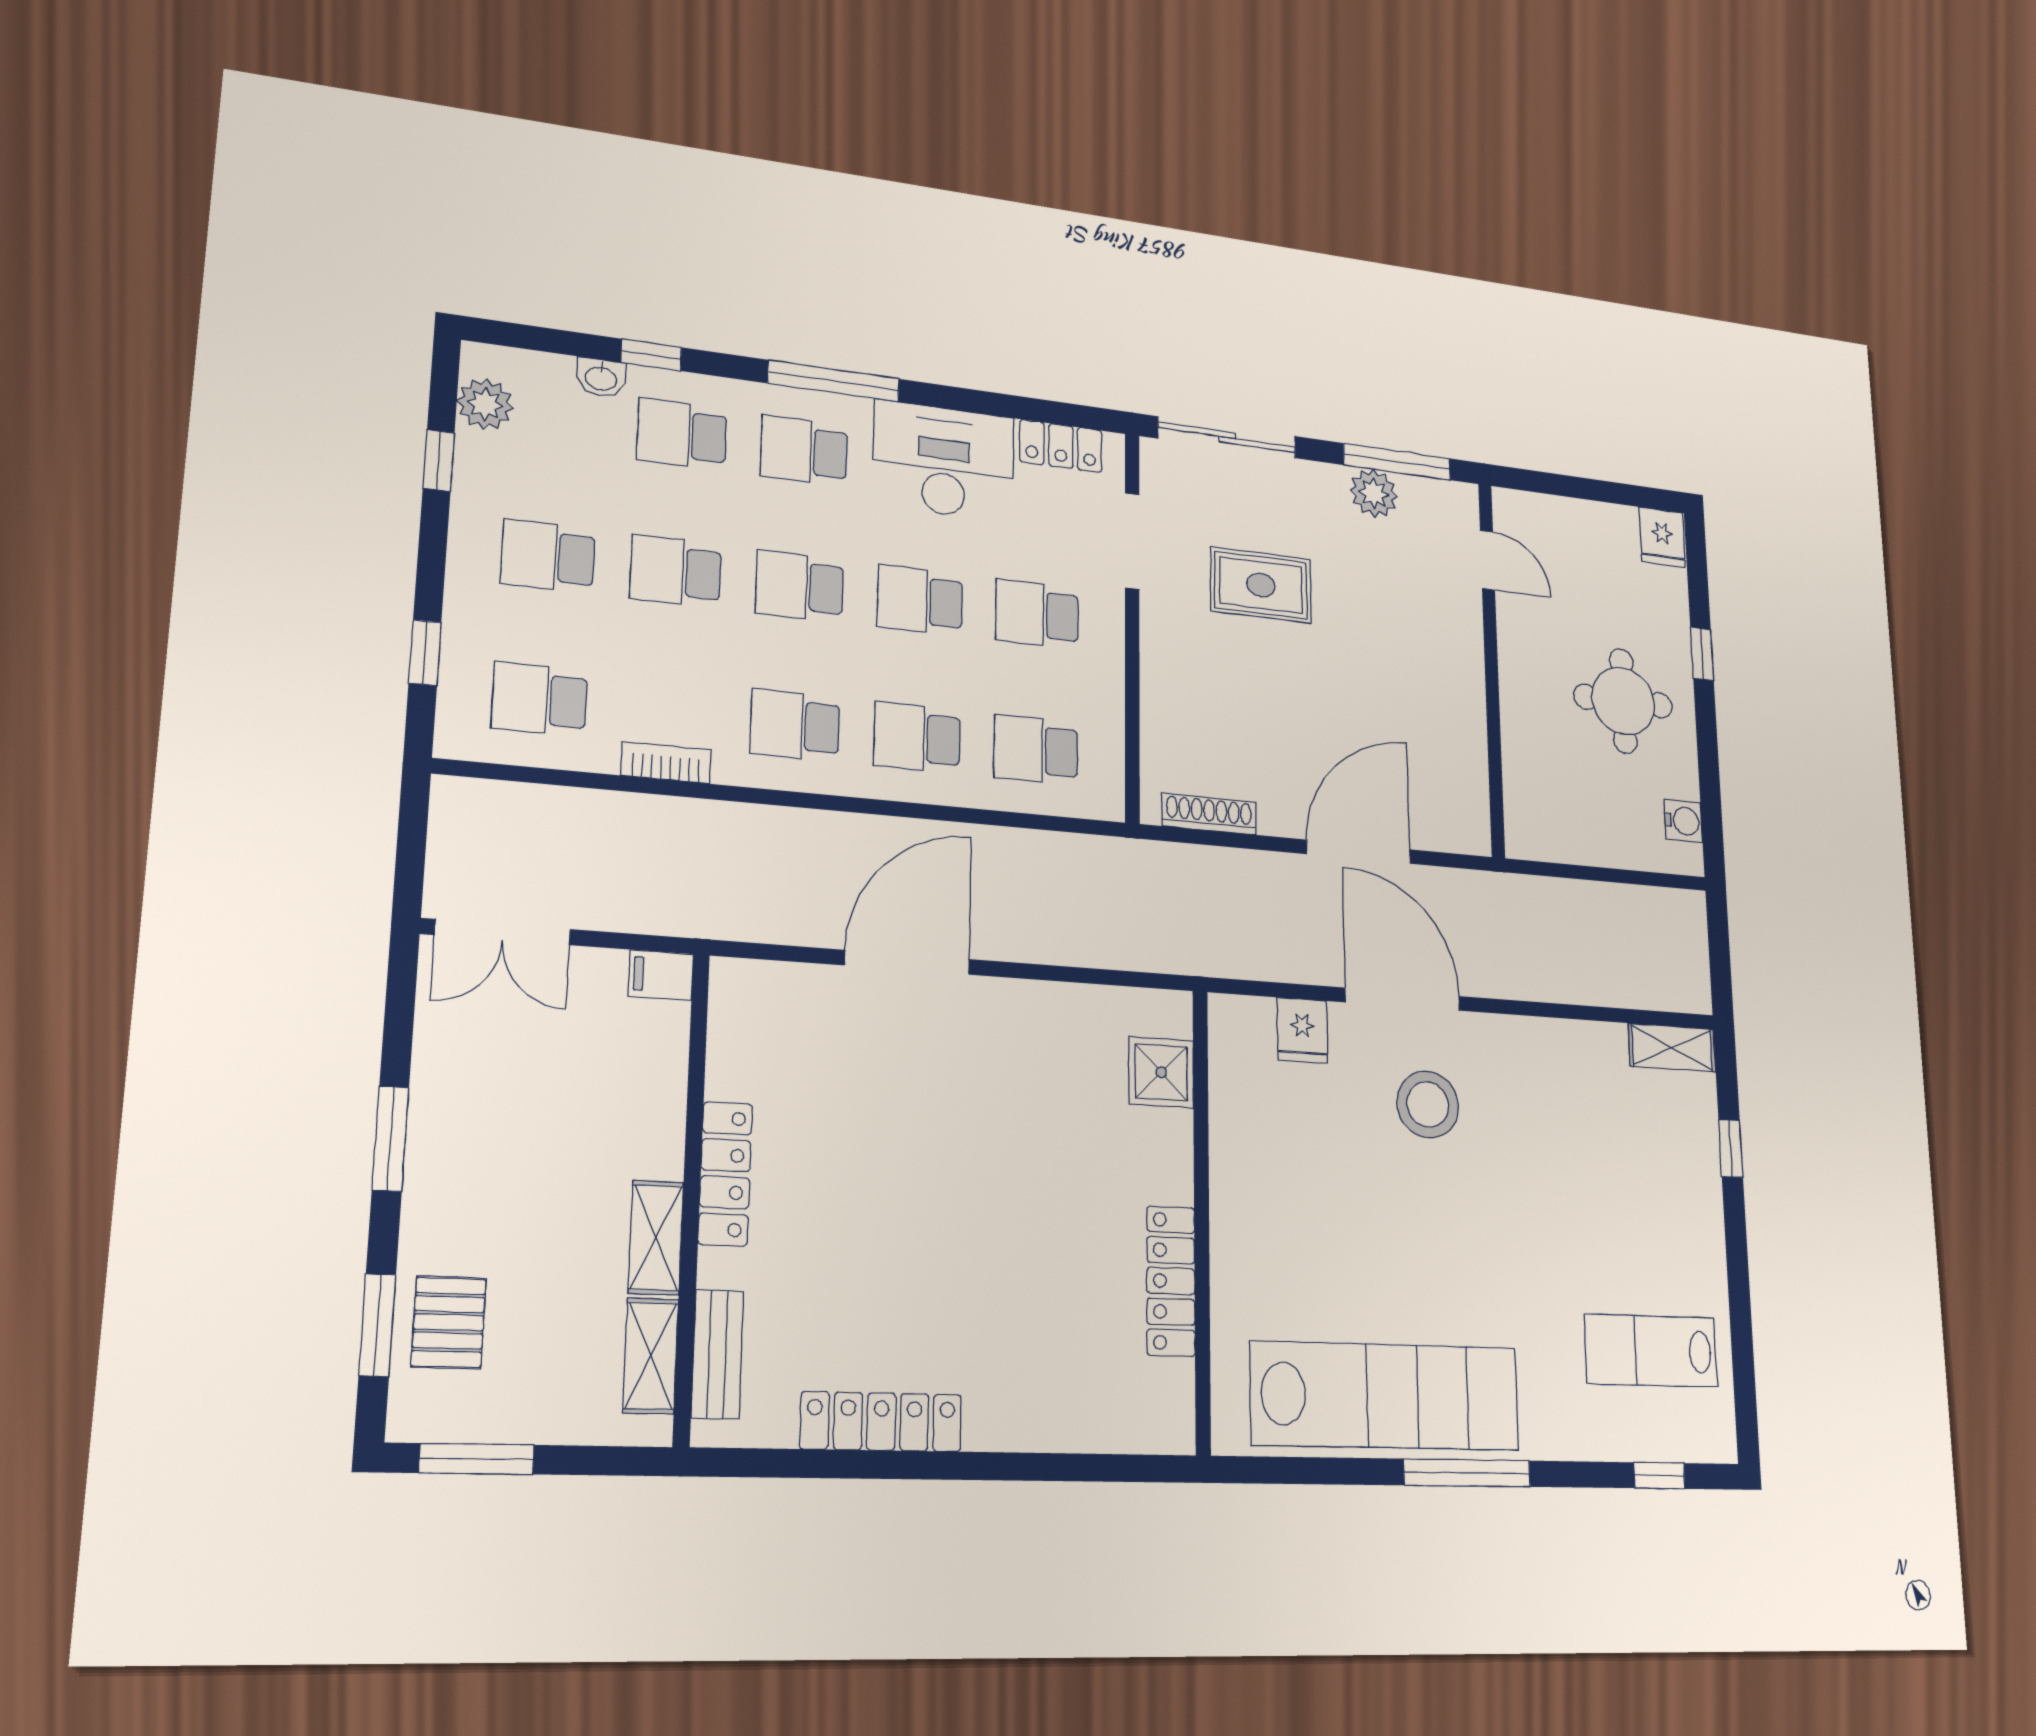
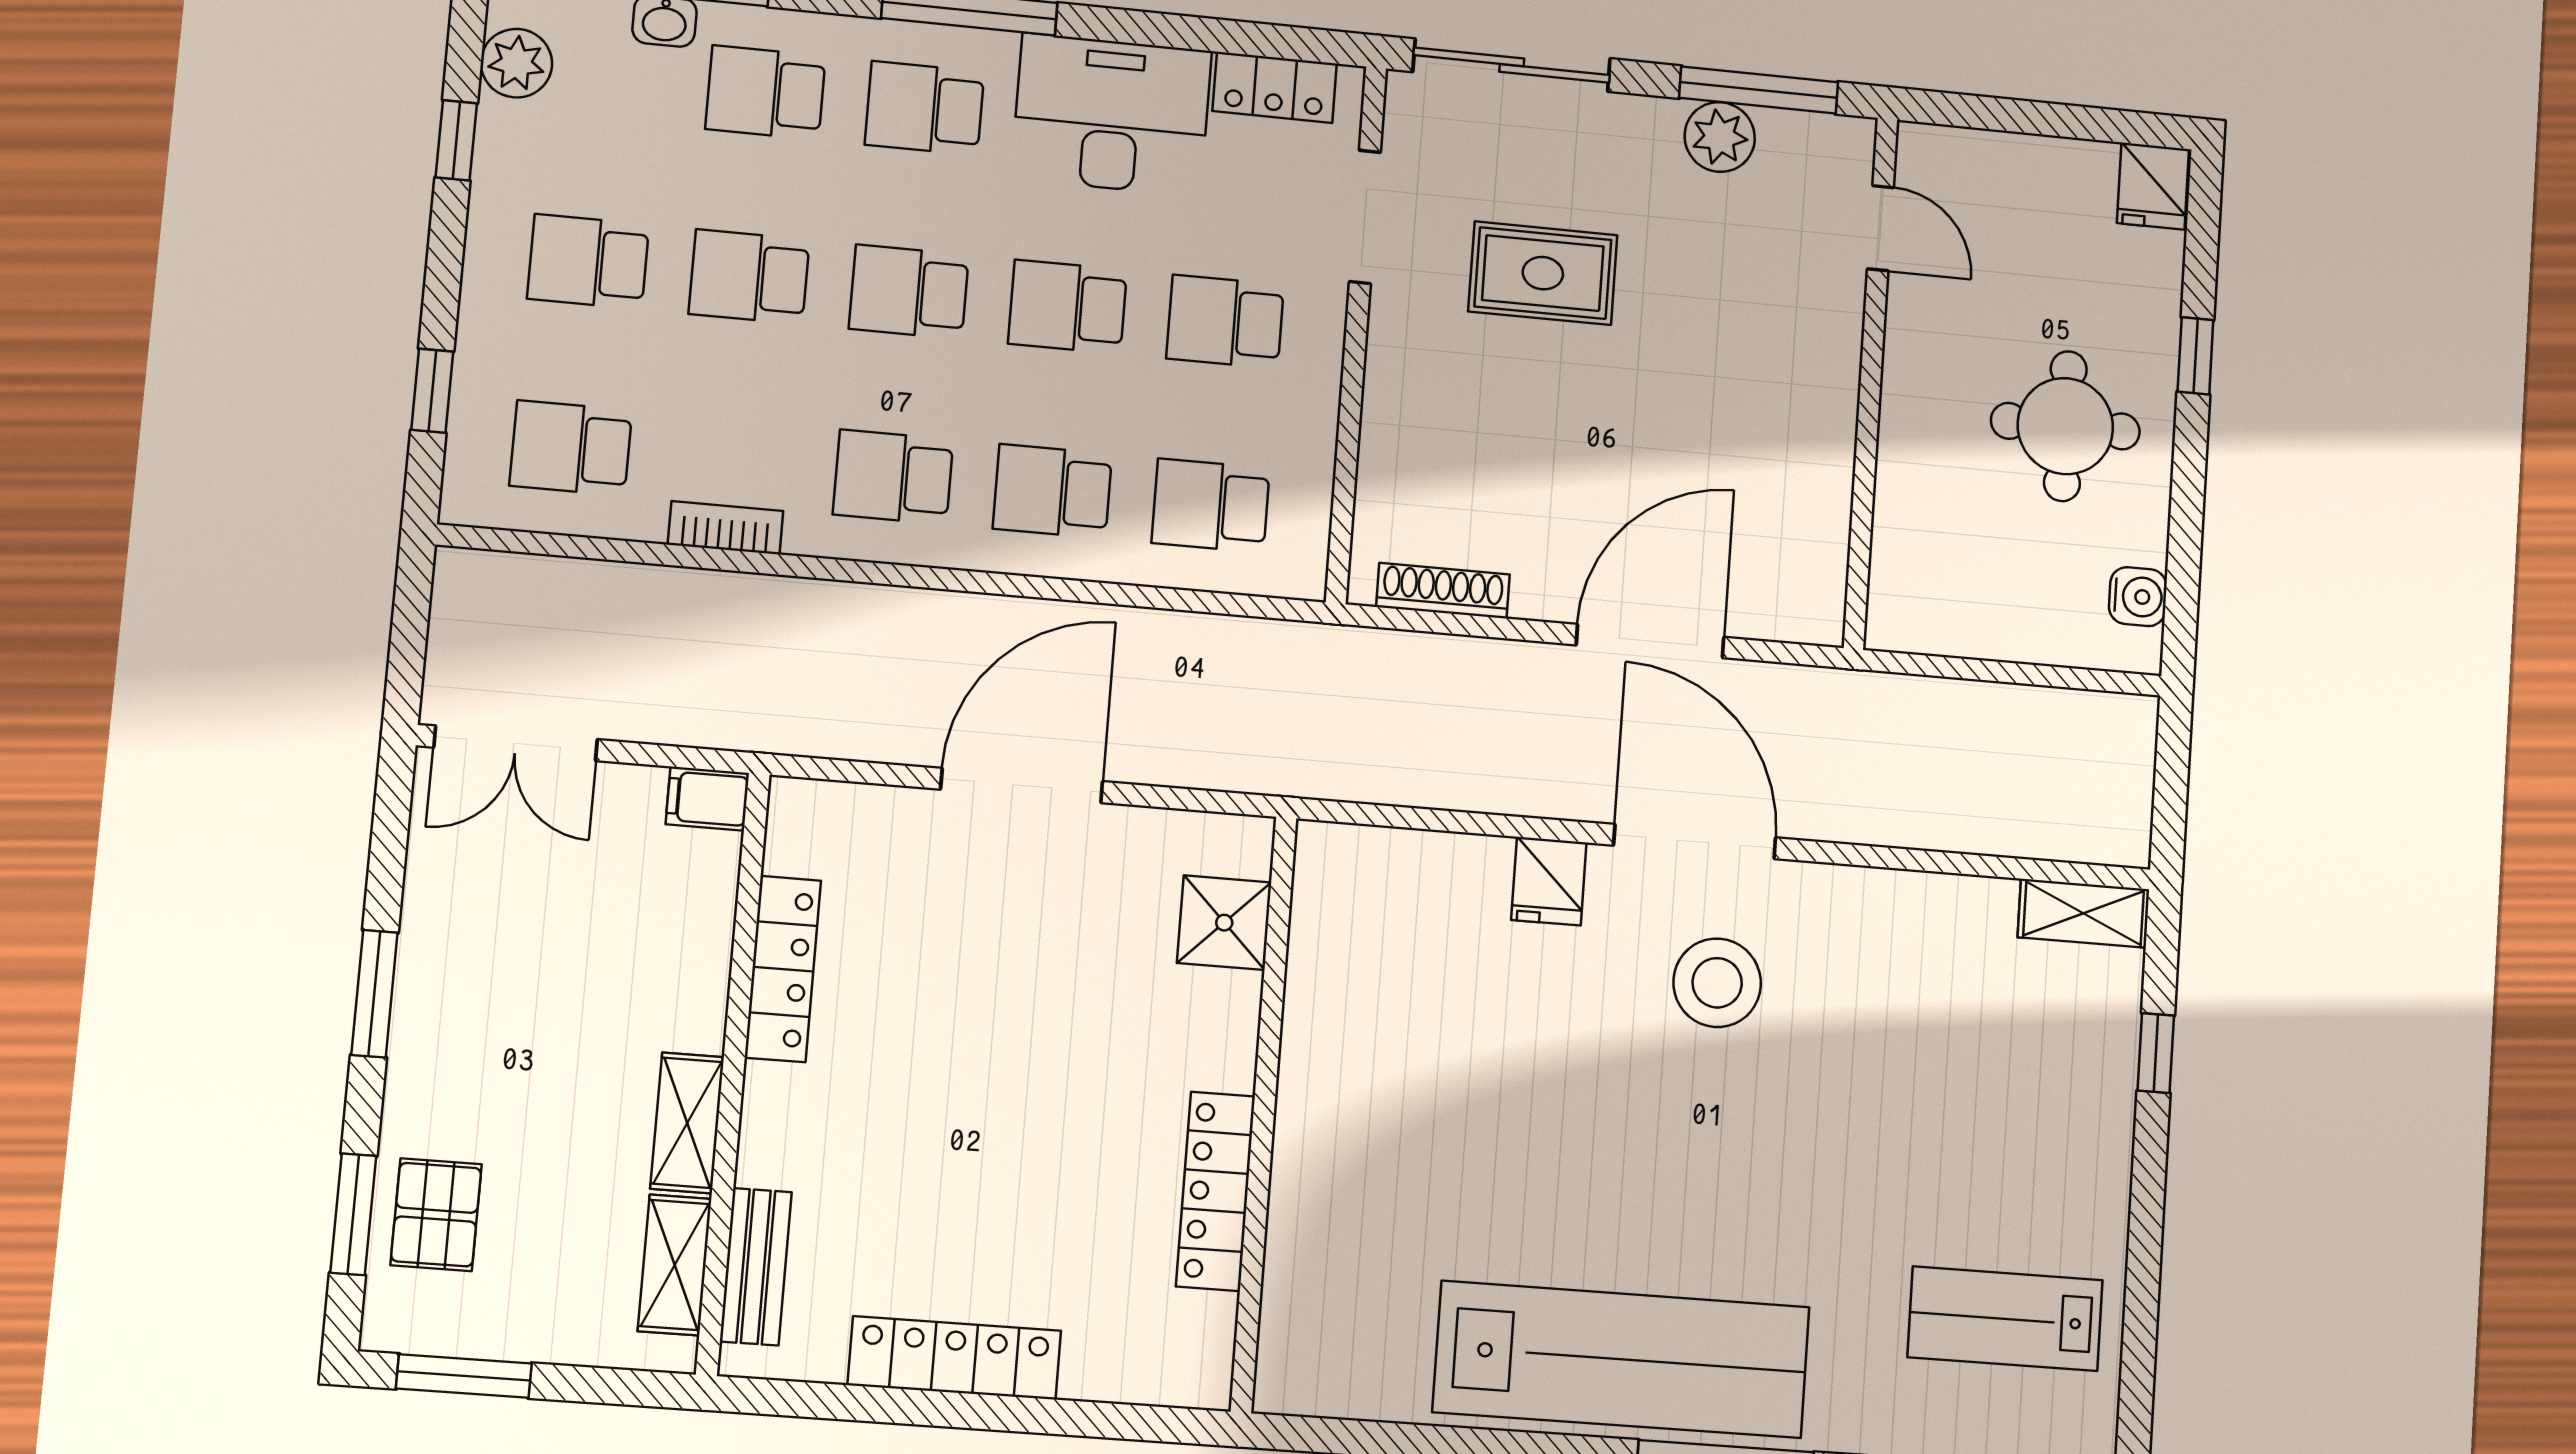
shower: (1161, 1072) -> (1224, 923), moved
locker: (725, 1174) -> (783, 969), moved
wall: (1202, 1218) -> (1264, 1113), moved
locker: (1171, 1281) -> (1216, 1191), moved

